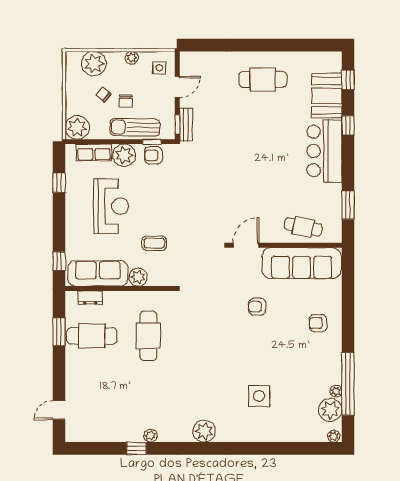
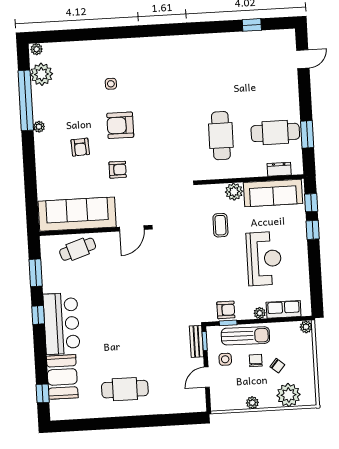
side table: (159, 68) -> (225, 359), moved
window: (348, 125) -> (38, 315), moved
plant: (77, 127) -> (306, 327), width x0.53, depth x0.53
plant: (124, 155) -> (260, 313), width x0.53, depth x0.53
window: (59, 183) -> (313, 230), moved
reception desk: (111, 206) -> (264, 259), turned 180
cafe table: (303, 227) -> (78, 249), turned -30
coffee table: (154, 243) -> (220, 225), turned 90
armchair: (318, 323) -> (80, 147), moved, turned 87
armchair: (252, 352) -> (120, 125), added
plant: (336, 391) -> (39, 127), moved
side table: (259, 396) -> (111, 84), width x0.54, depth x0.54
plant: (204, 431) -> (162, 47), removed
plant: (150, 436) -> (213, 39), removed
window: (137, 448) -> (252, 25), moved

